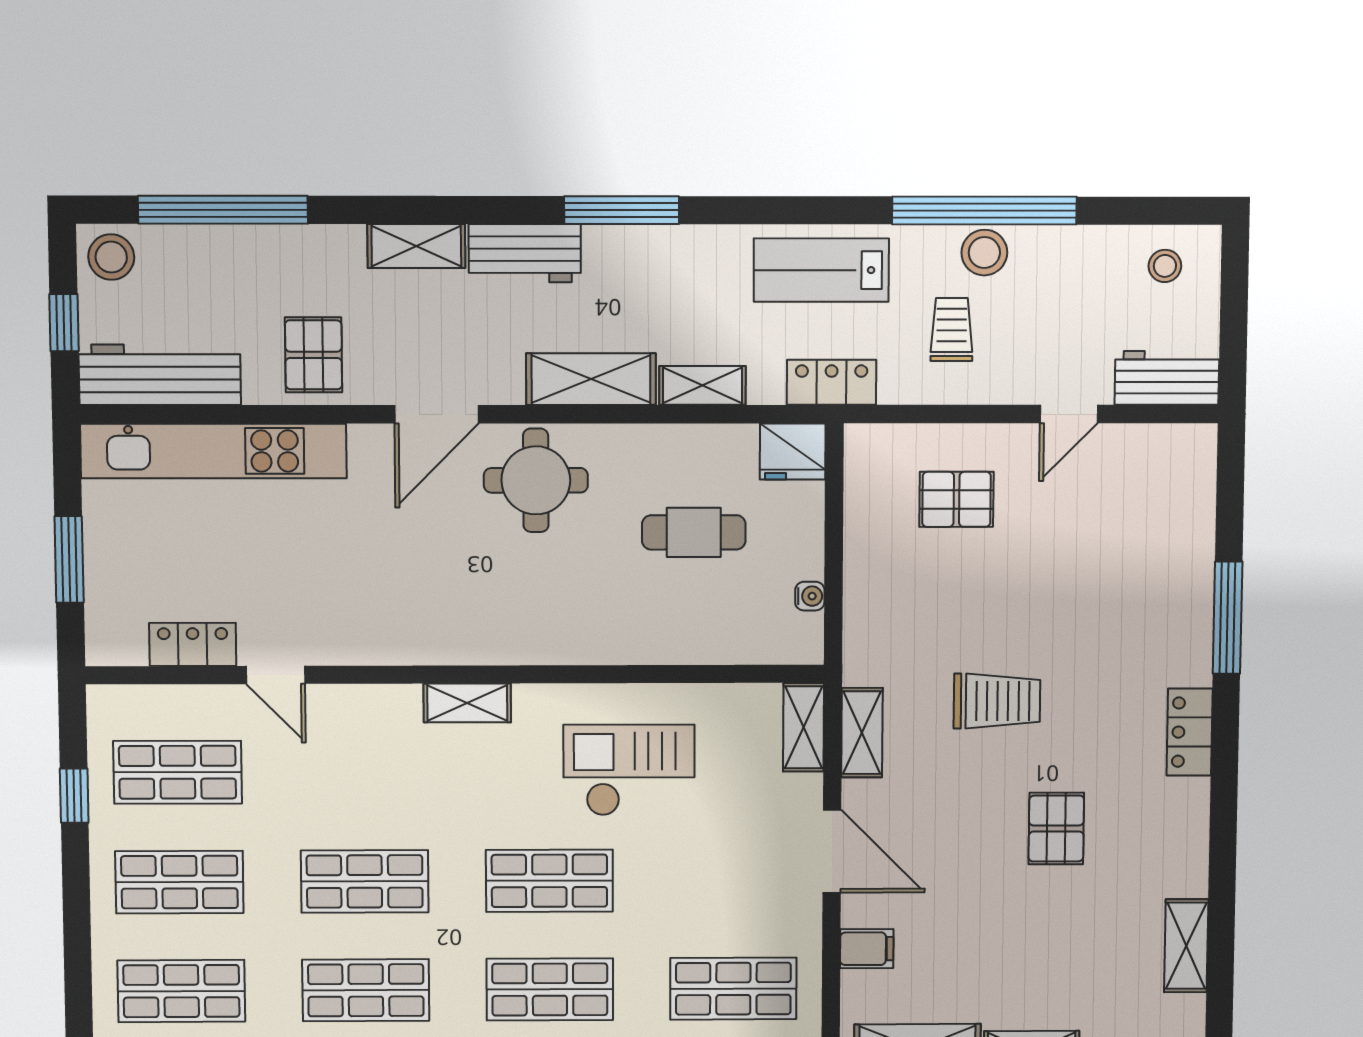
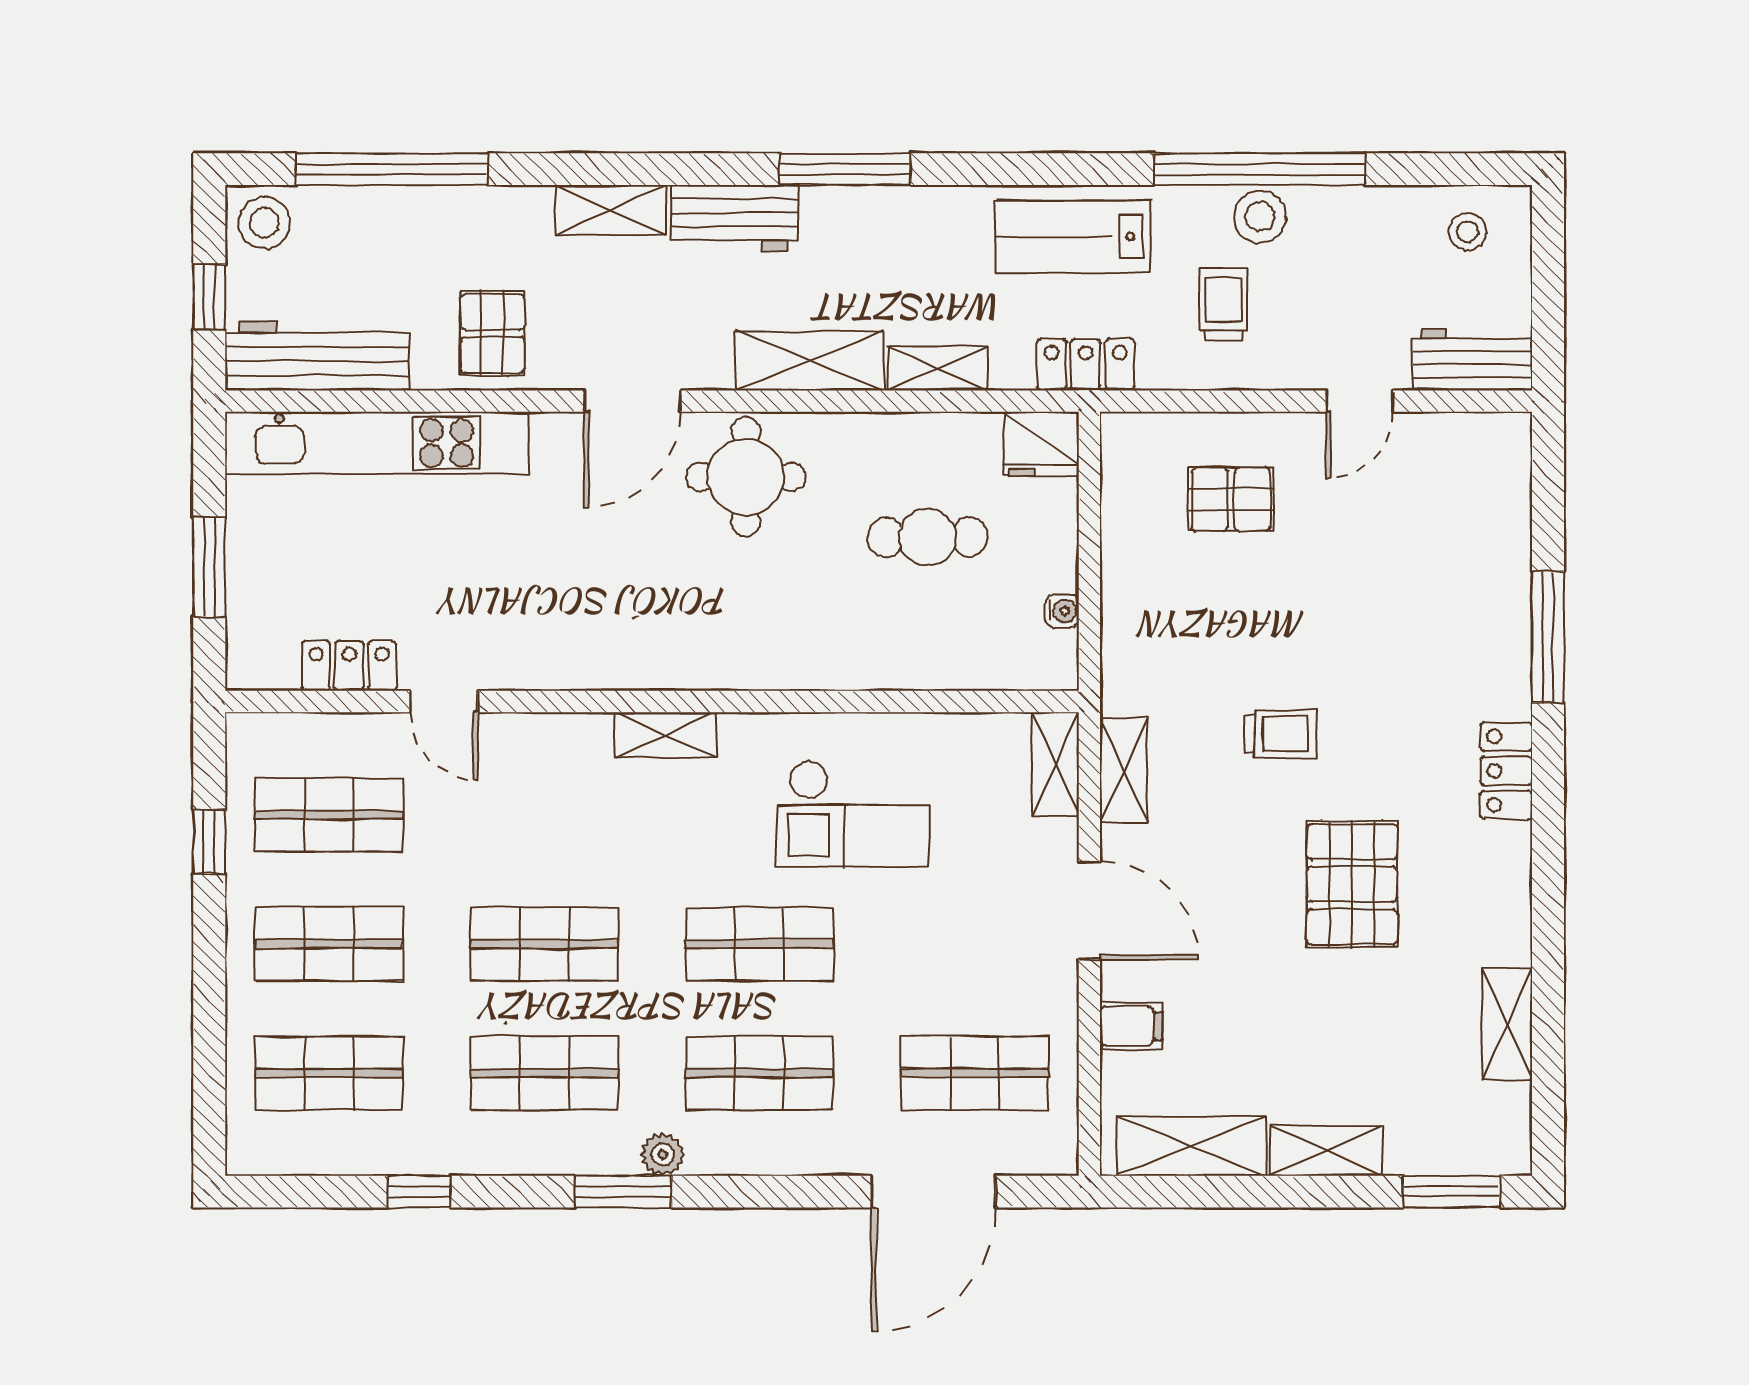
trolley: (997, 701) -> (1281, 734), width x0.73, depth x0.72
checkout: (629, 770) -> (853, 814), turned 180
pallet: (1056, 828) -> (1352, 884), width x1.50, depth x1.42

